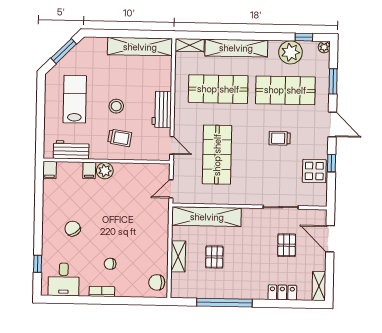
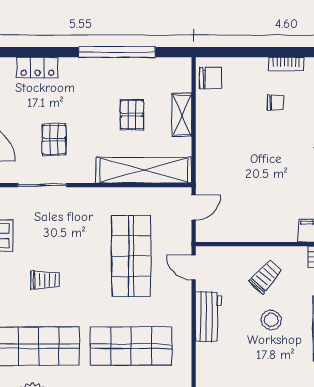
trolley: (120, 138) -> (266, 276), turned 123
plant: (105, 171) -> (285, 231), removed
pallet: (287, 245) -> (54, 140), moved

